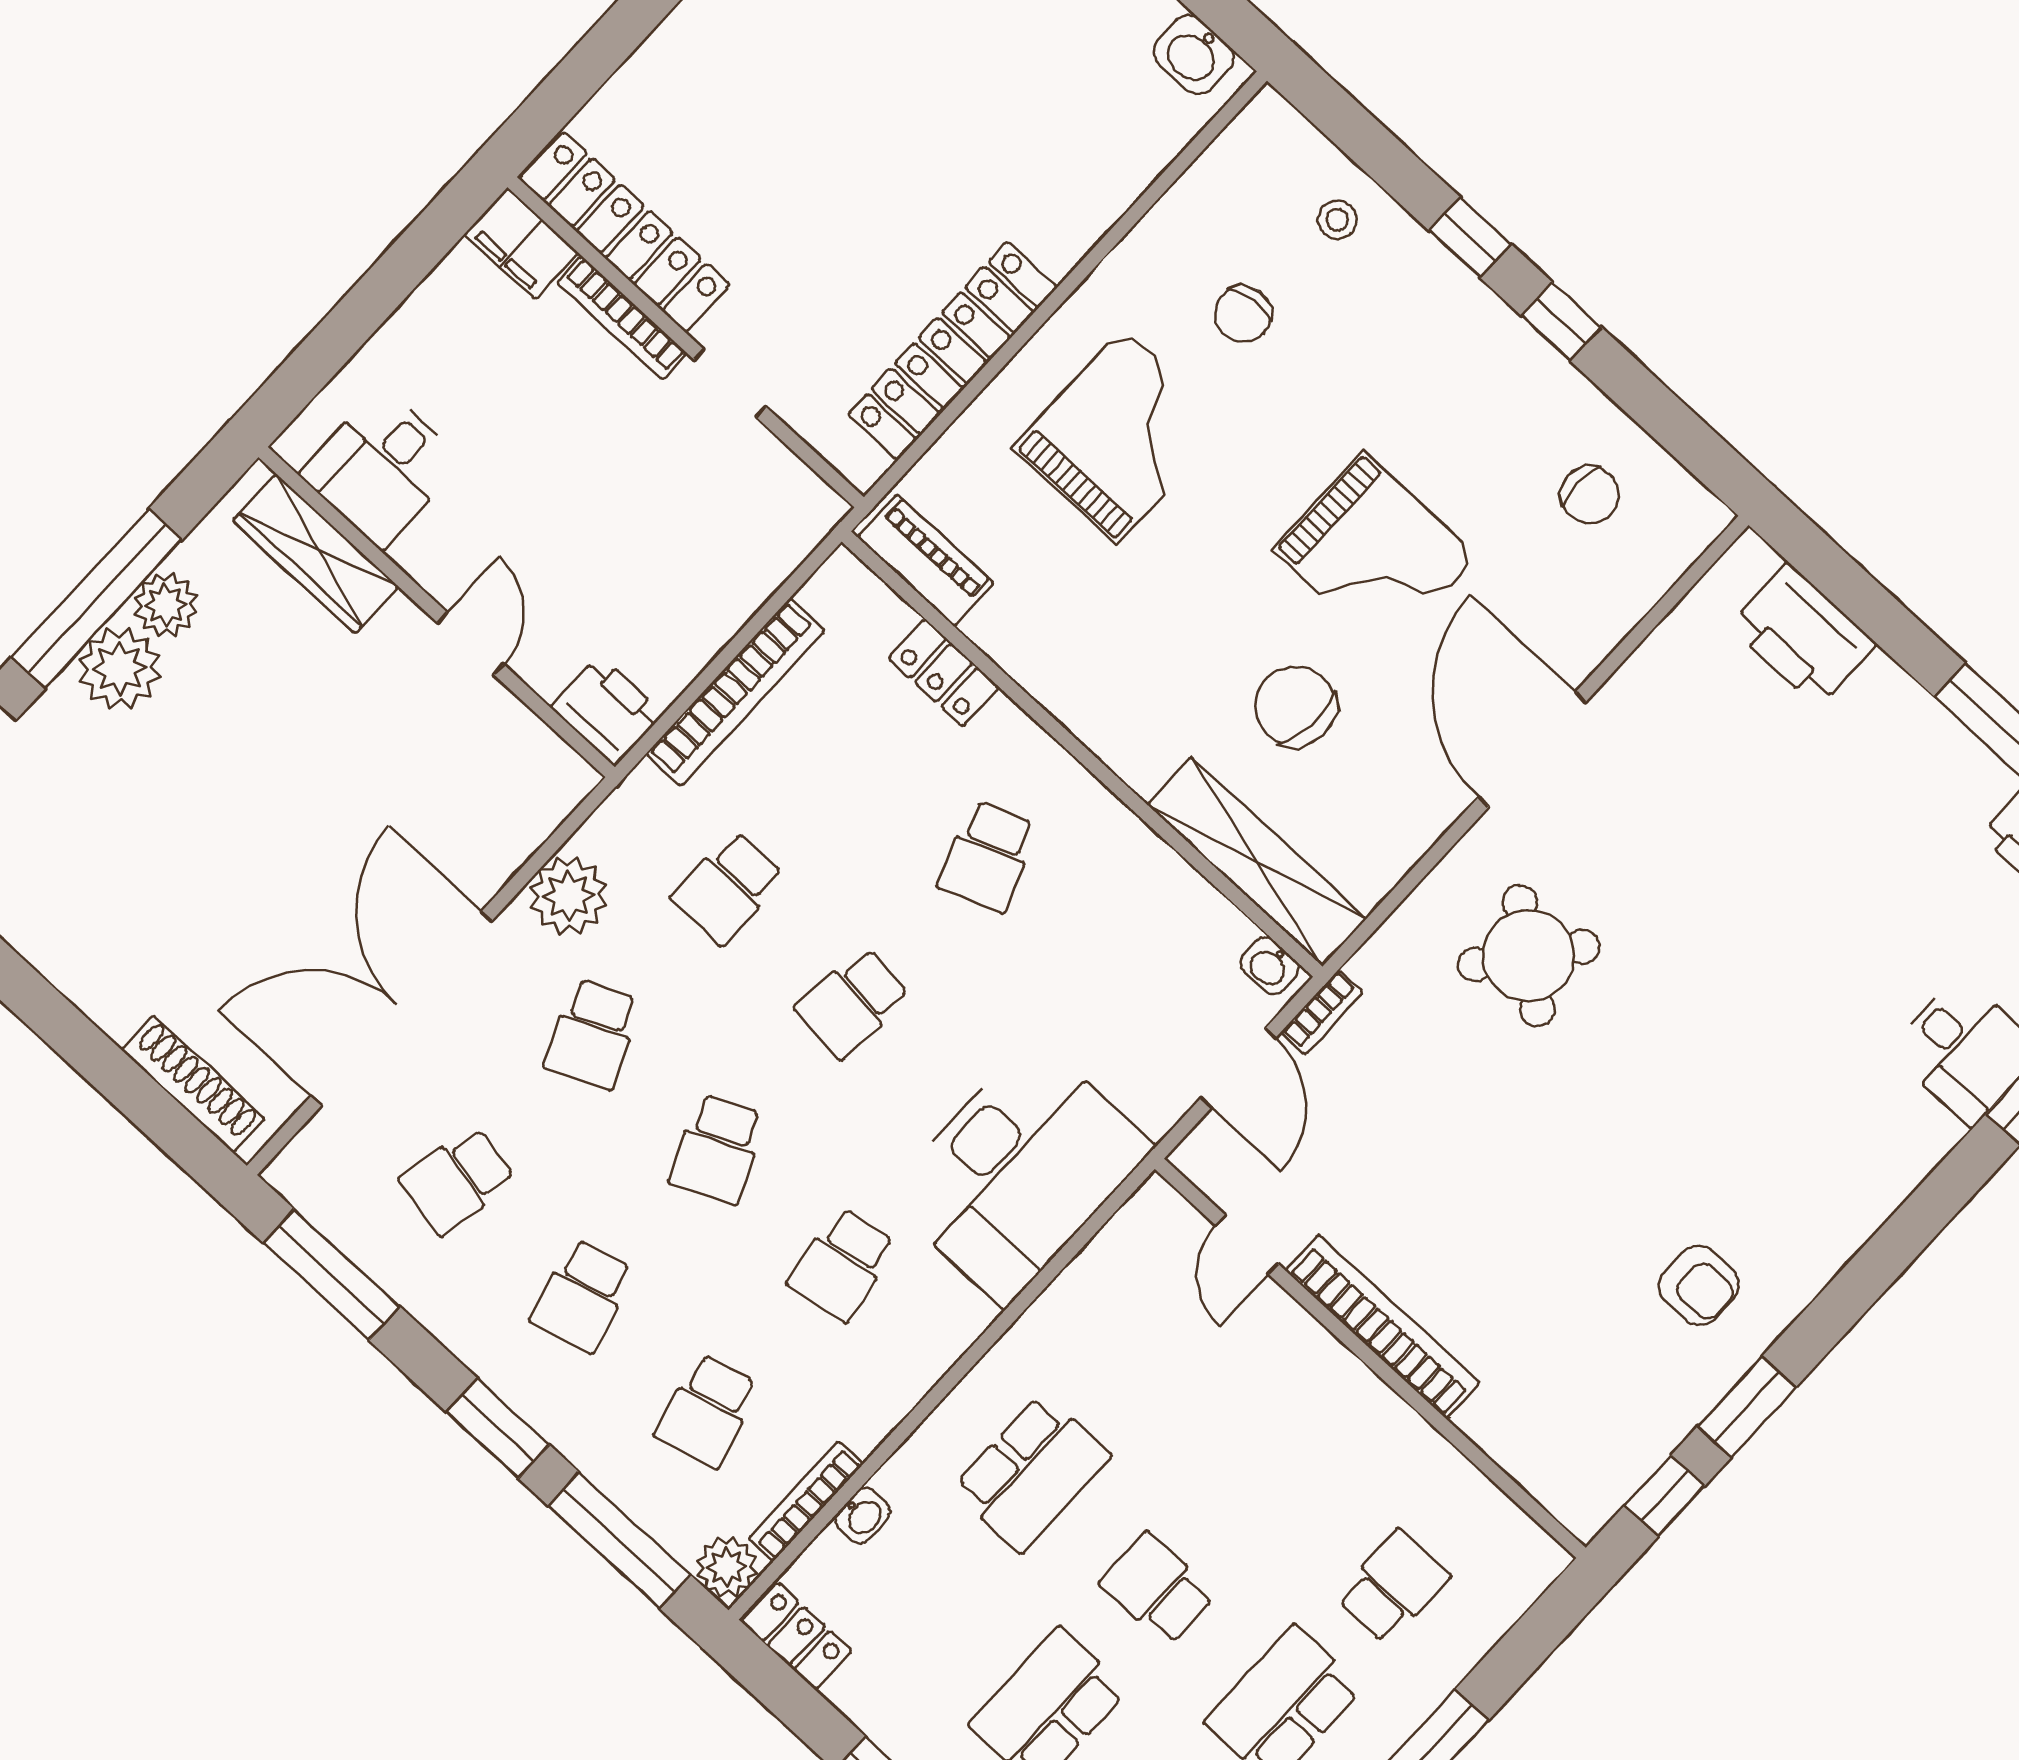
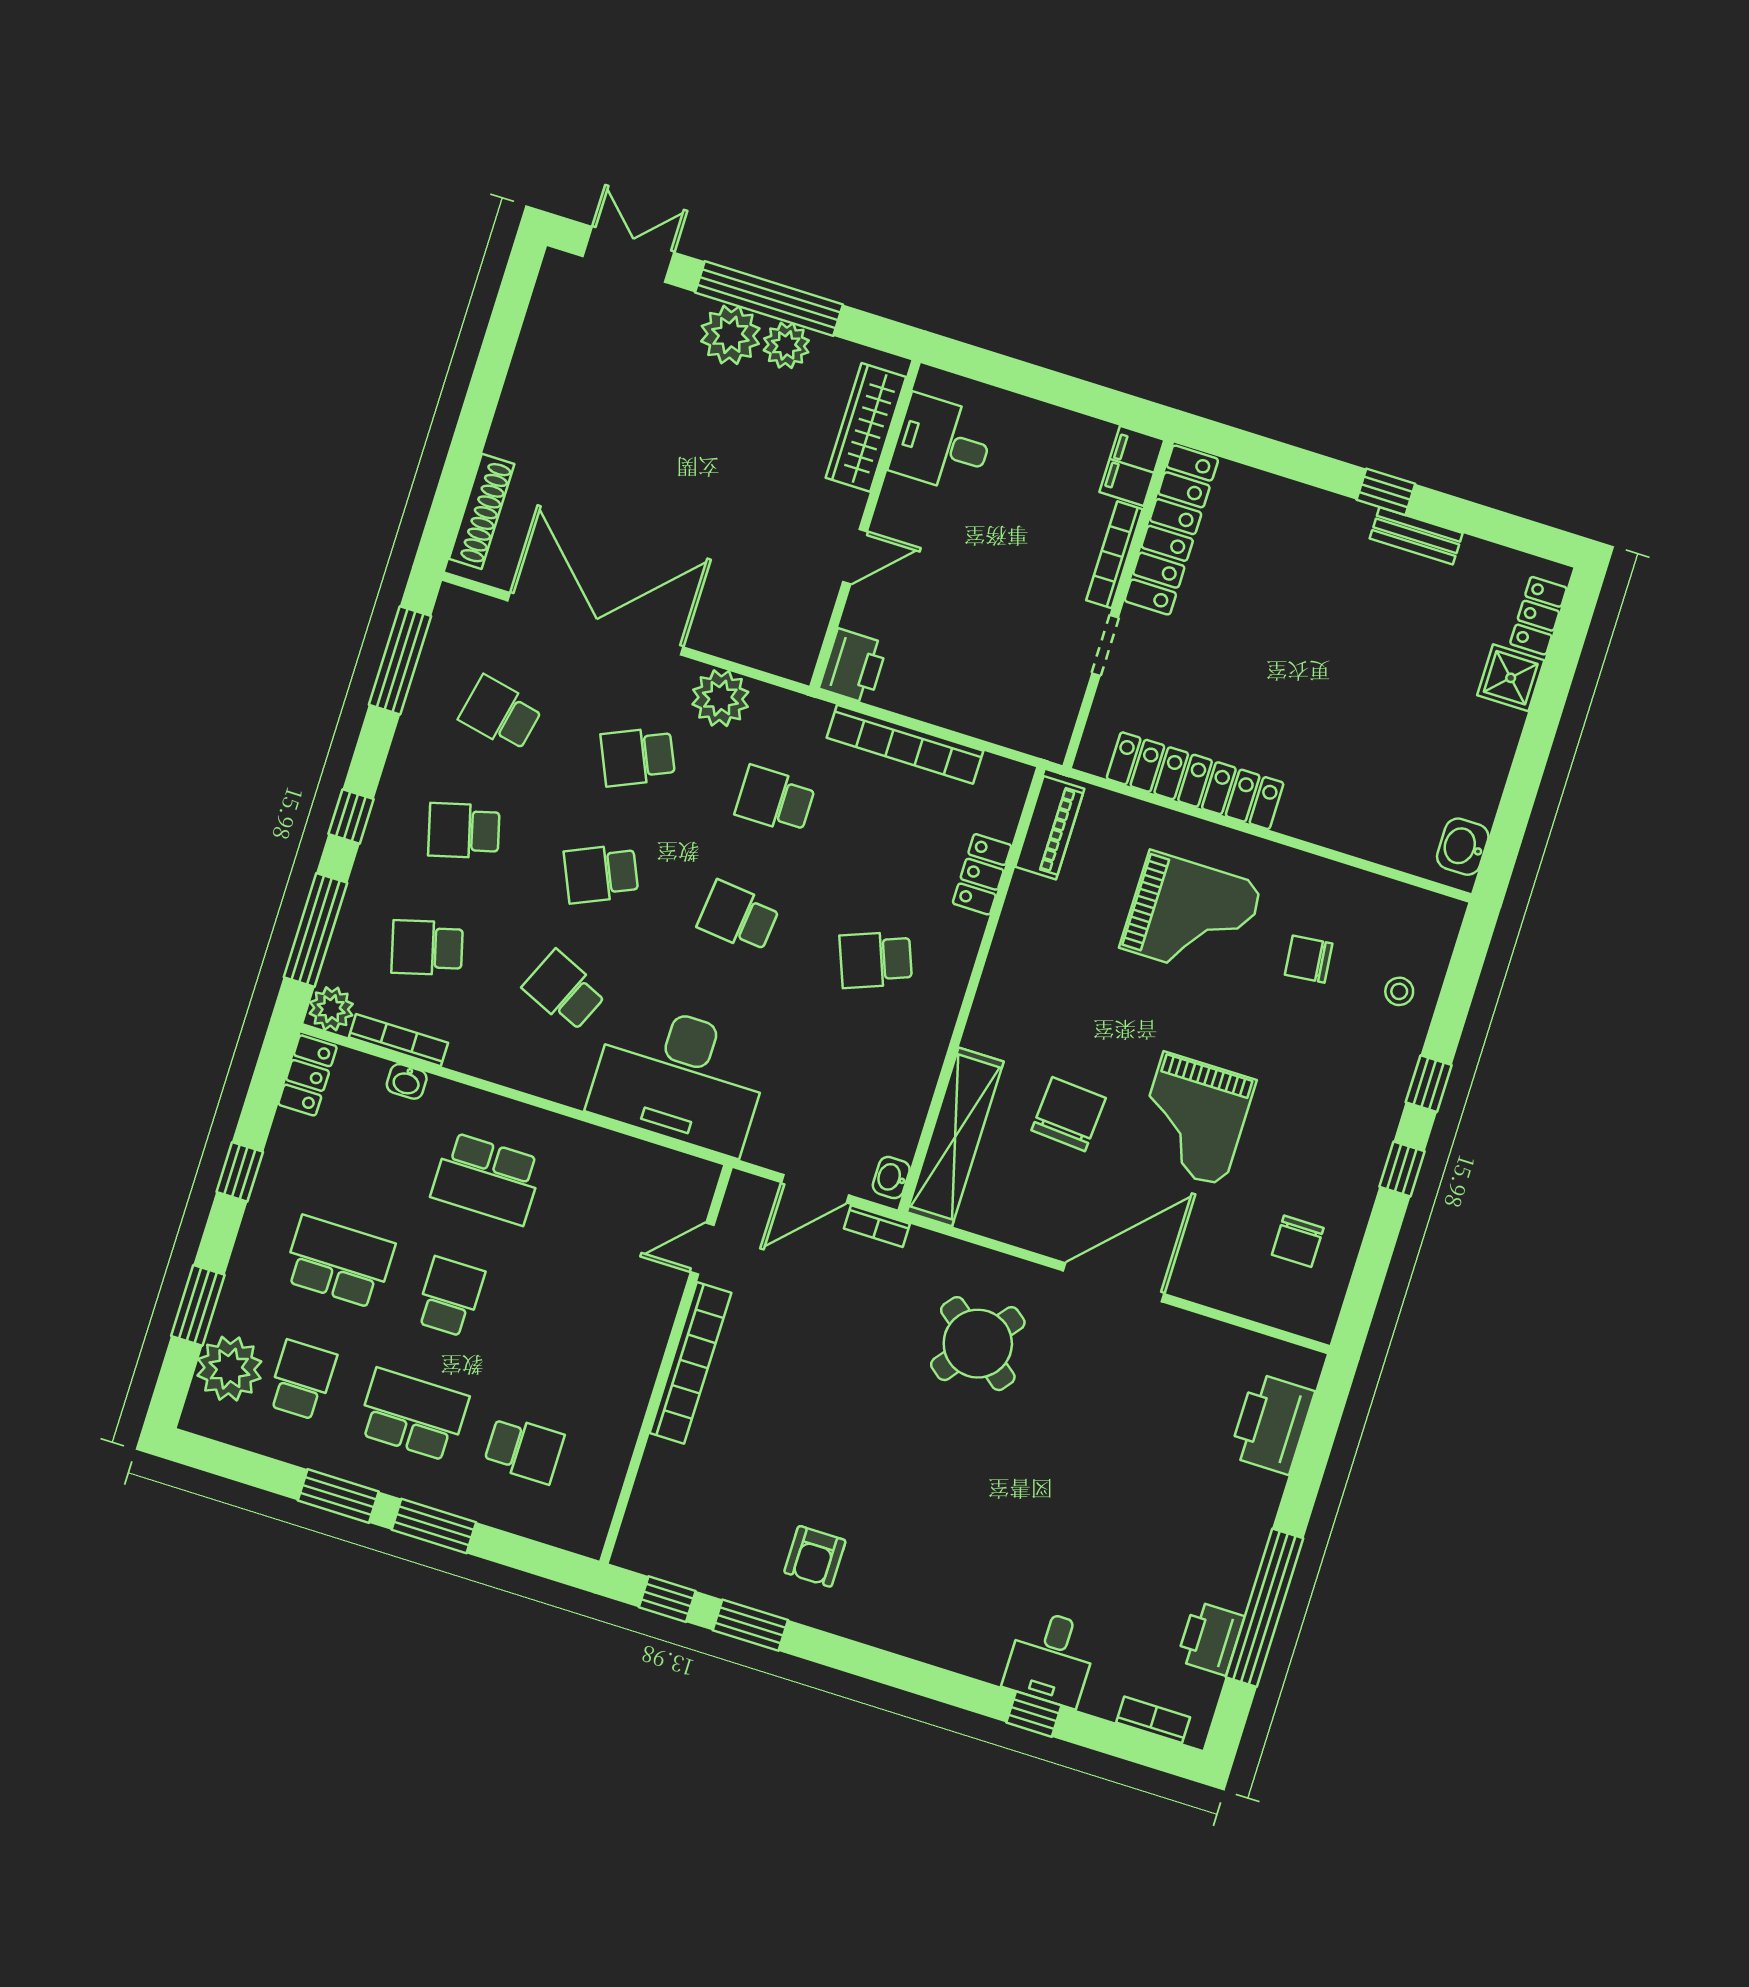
school desk: (842, 1264) -> (564, 991), turned 33
window: (498, 1428) -> (351, 816), width x0.67

